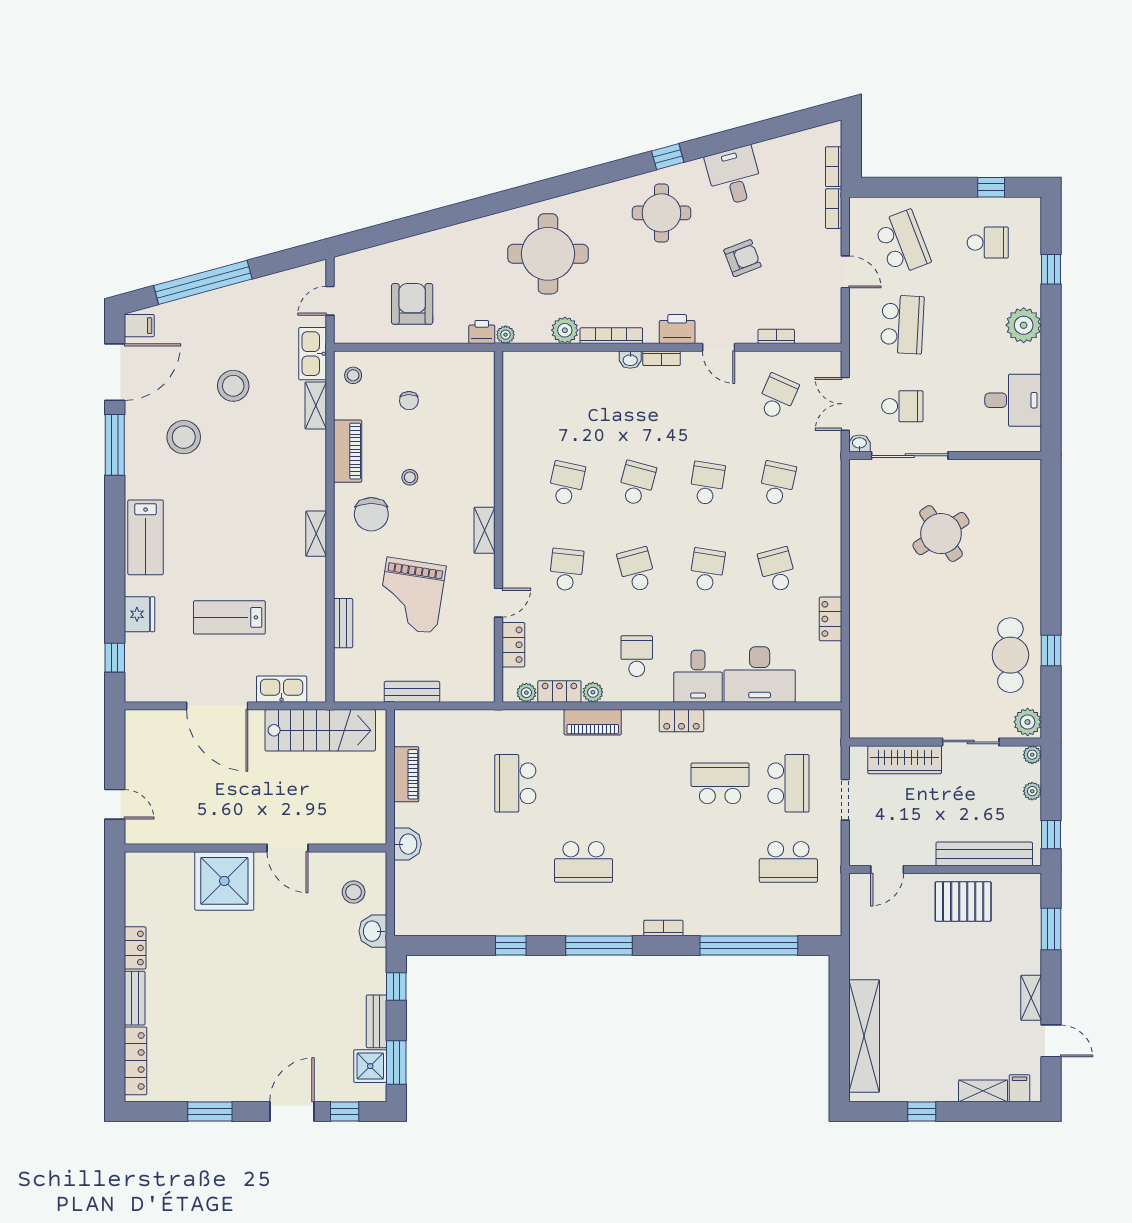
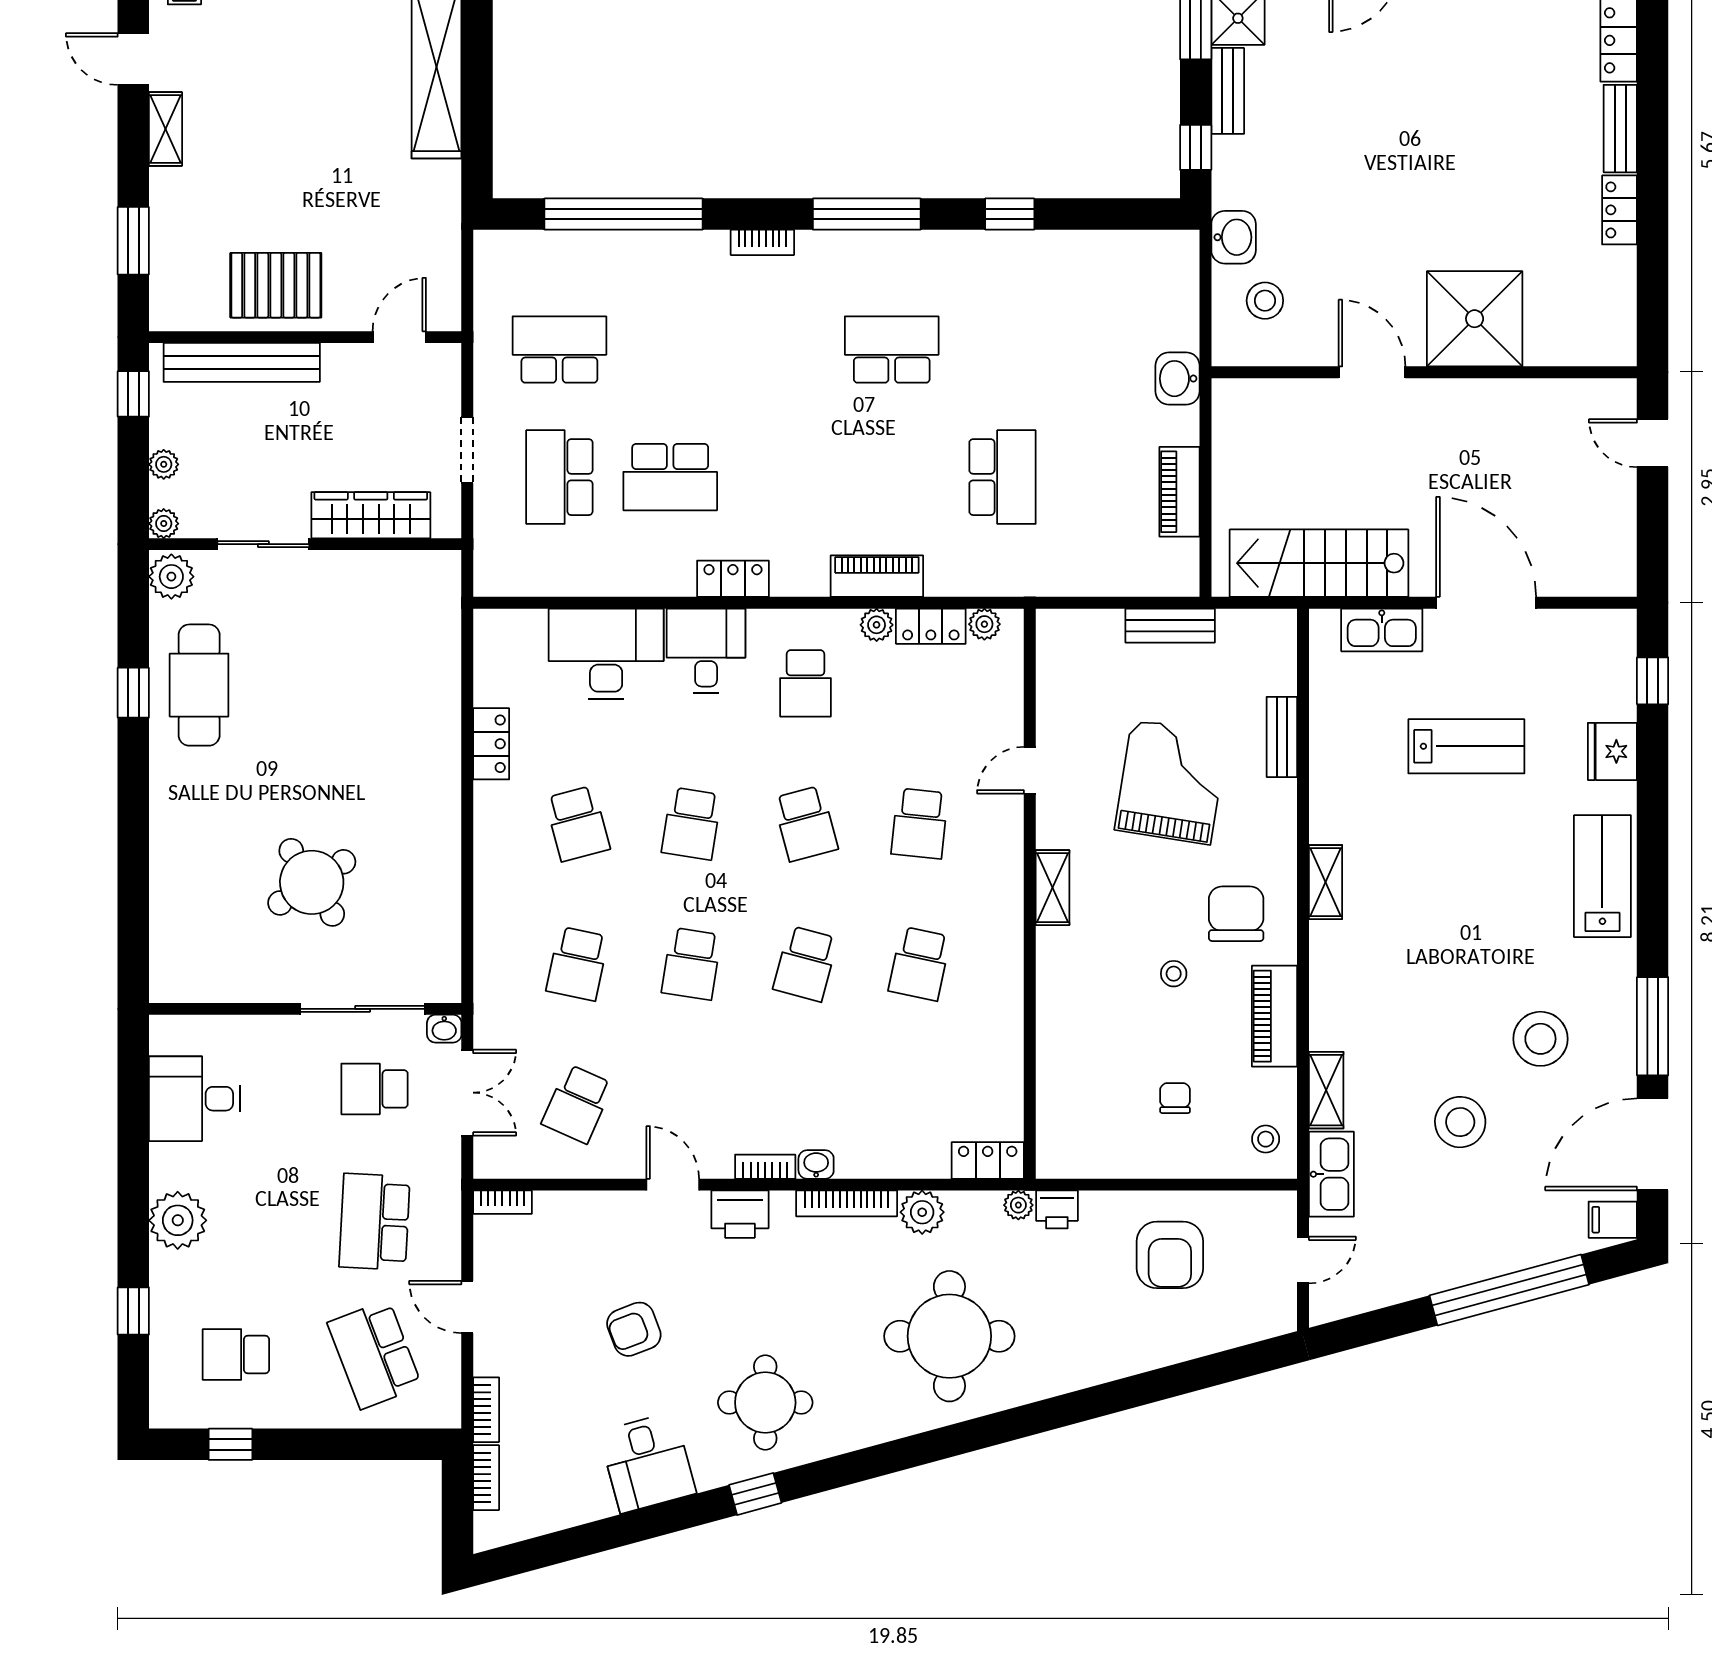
bookcase: (776, 336) -> (502, 1202), moved
locker: (513, 645) -> (988, 1160), moved, turned 90

